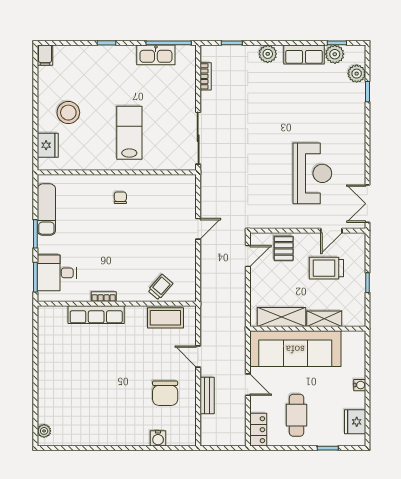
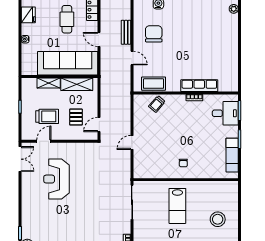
fridge: (48, 145) -> (231, 198), removed
pallet: (284, 248) -> (76, 117), moved

